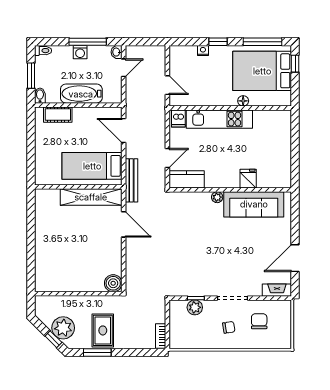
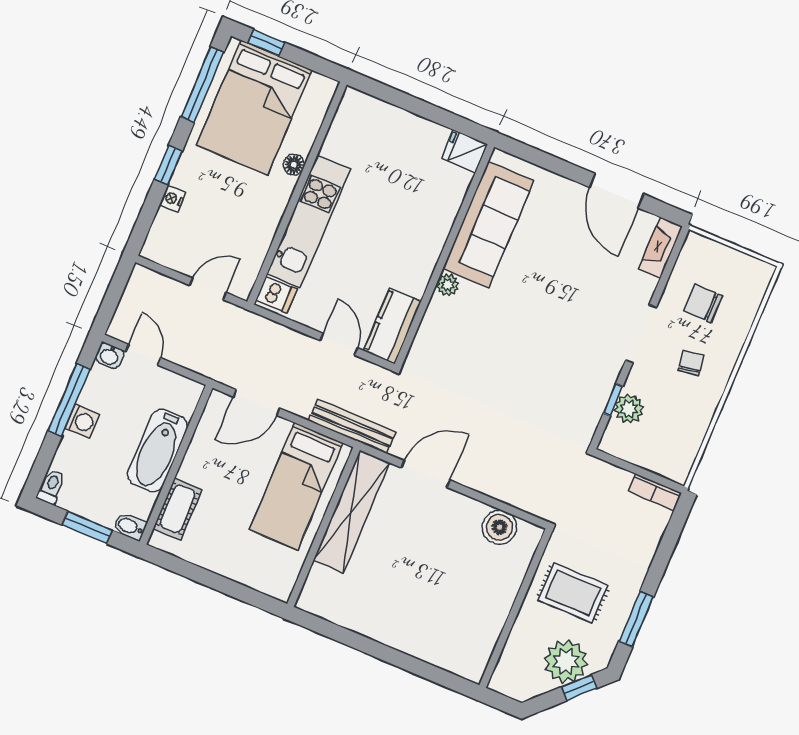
fridge: (248, 179) -> (465, 151), moved
boiler: (113, 283) -> (499, 527), moved
rug: (103, 330) -> (573, 593), moved

